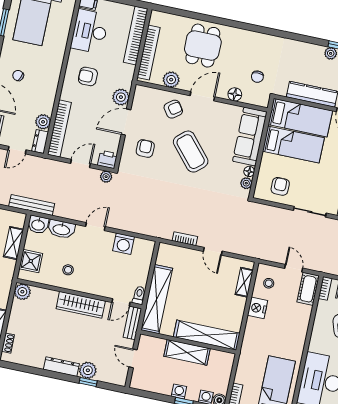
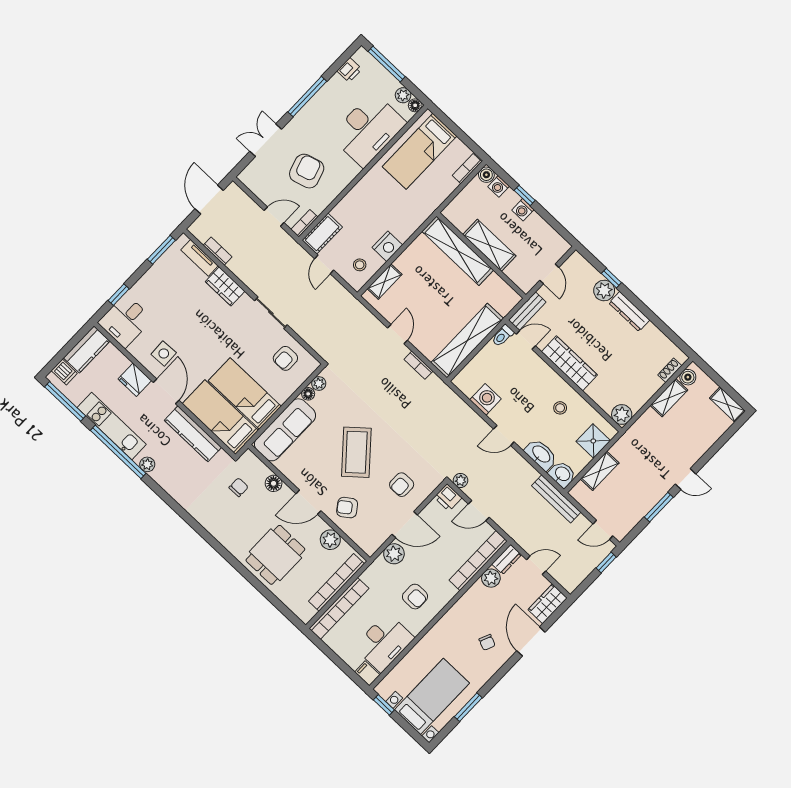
shelving: (157, 299) -> (467, 341), moved

